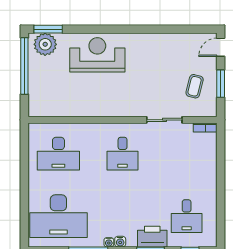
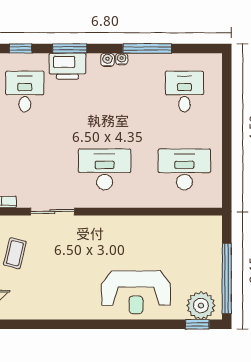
window: (48, 29) -> (197, 324), width x0.67
desk: (123, 154) -> (105, 169), width x1.37
desk: (58, 216) -> (184, 92), width x0.53, depth x0.77

